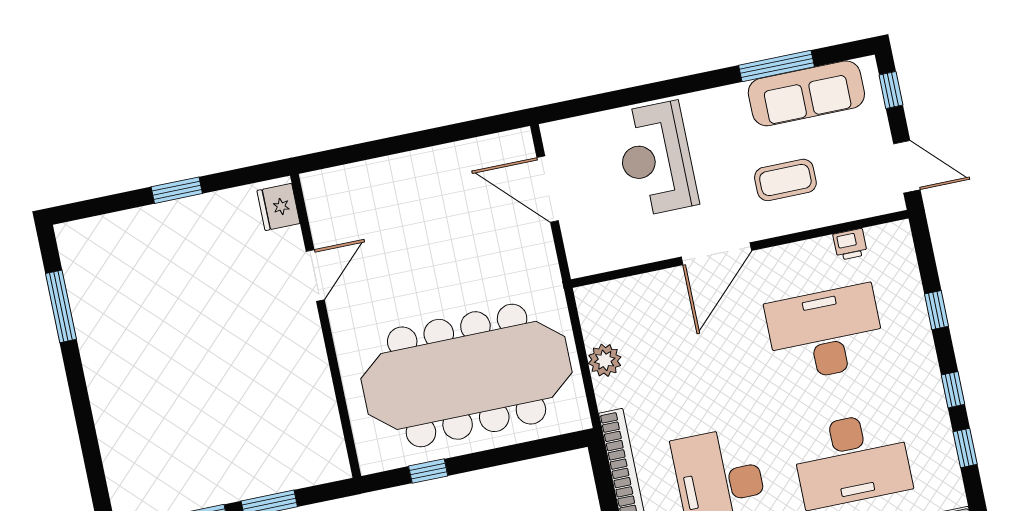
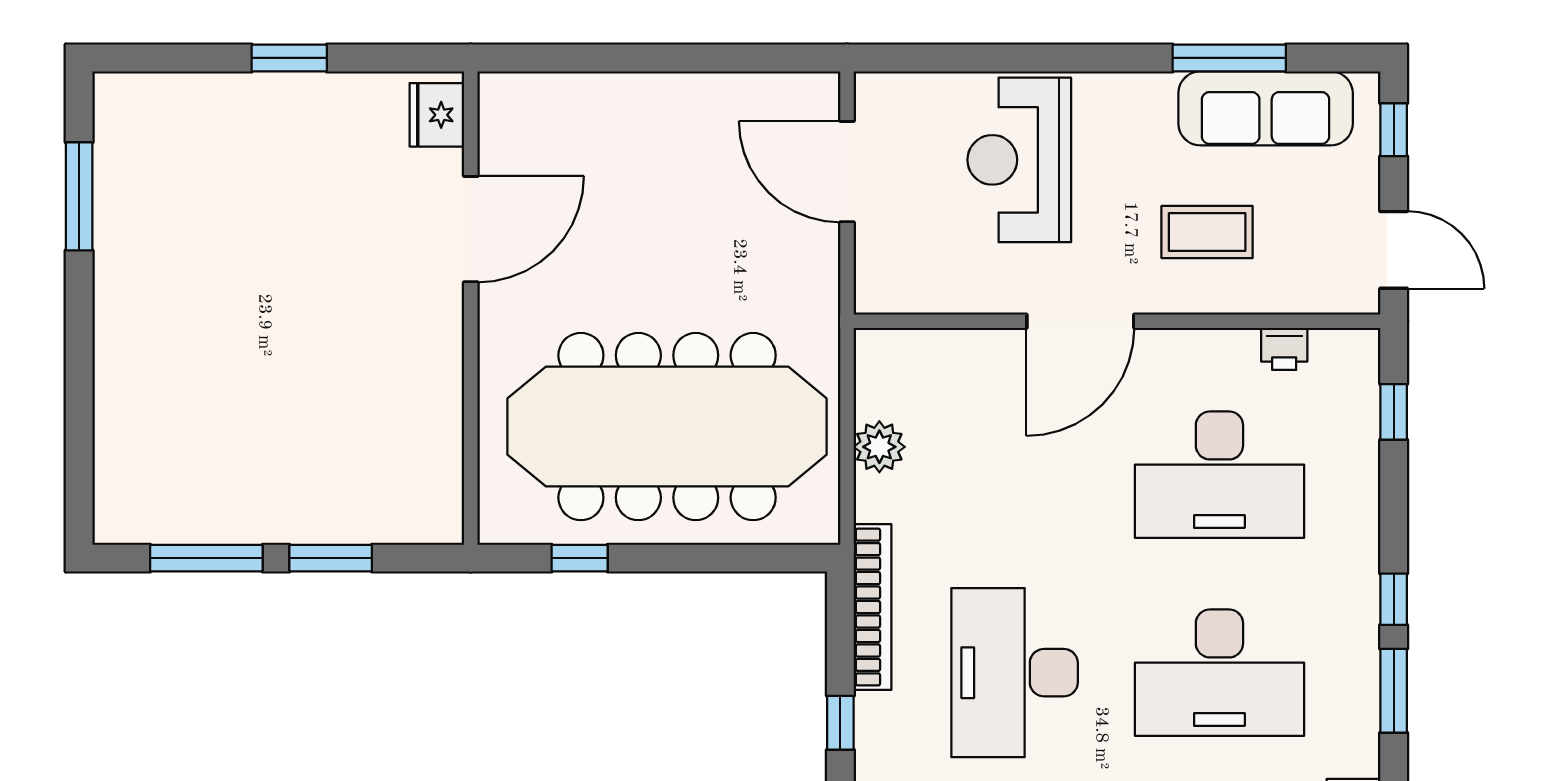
door: (315, 275) -> (471, 229), width x1.36
window: (937, 310) -> (1394, 412), moved
desk: (825, 333) -> (1219, 475), turned 180
window: (965, 448) -> (1394, 691), width x1.50

